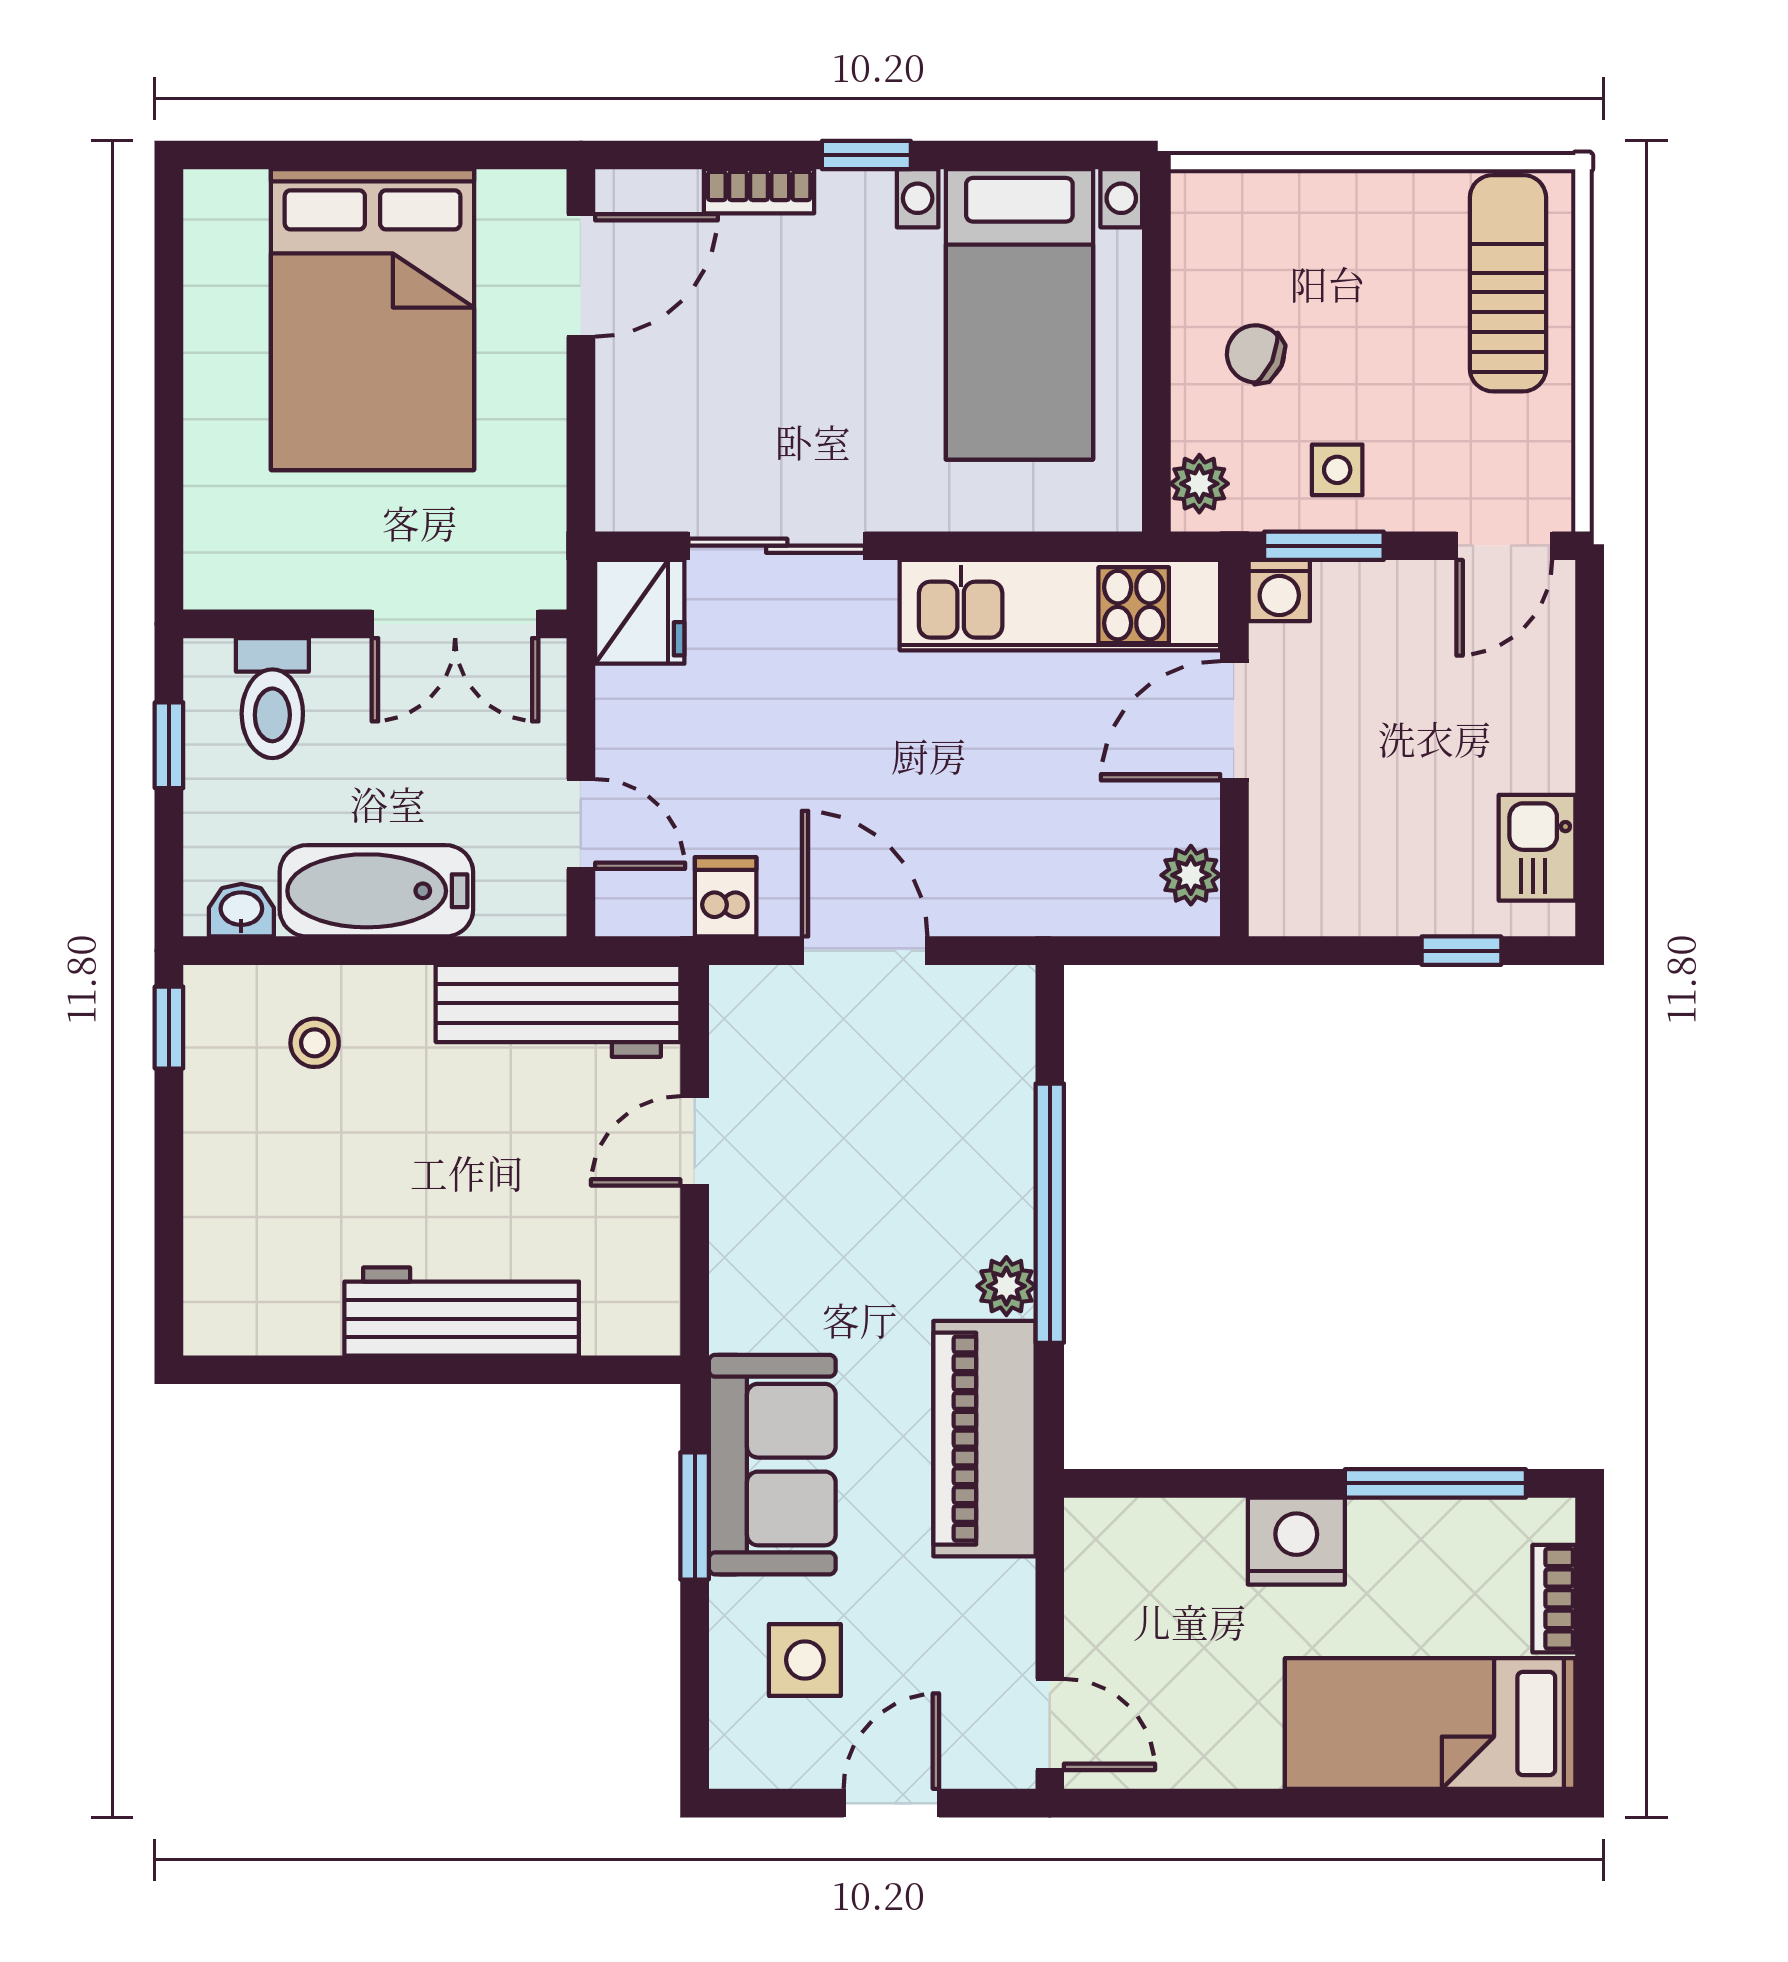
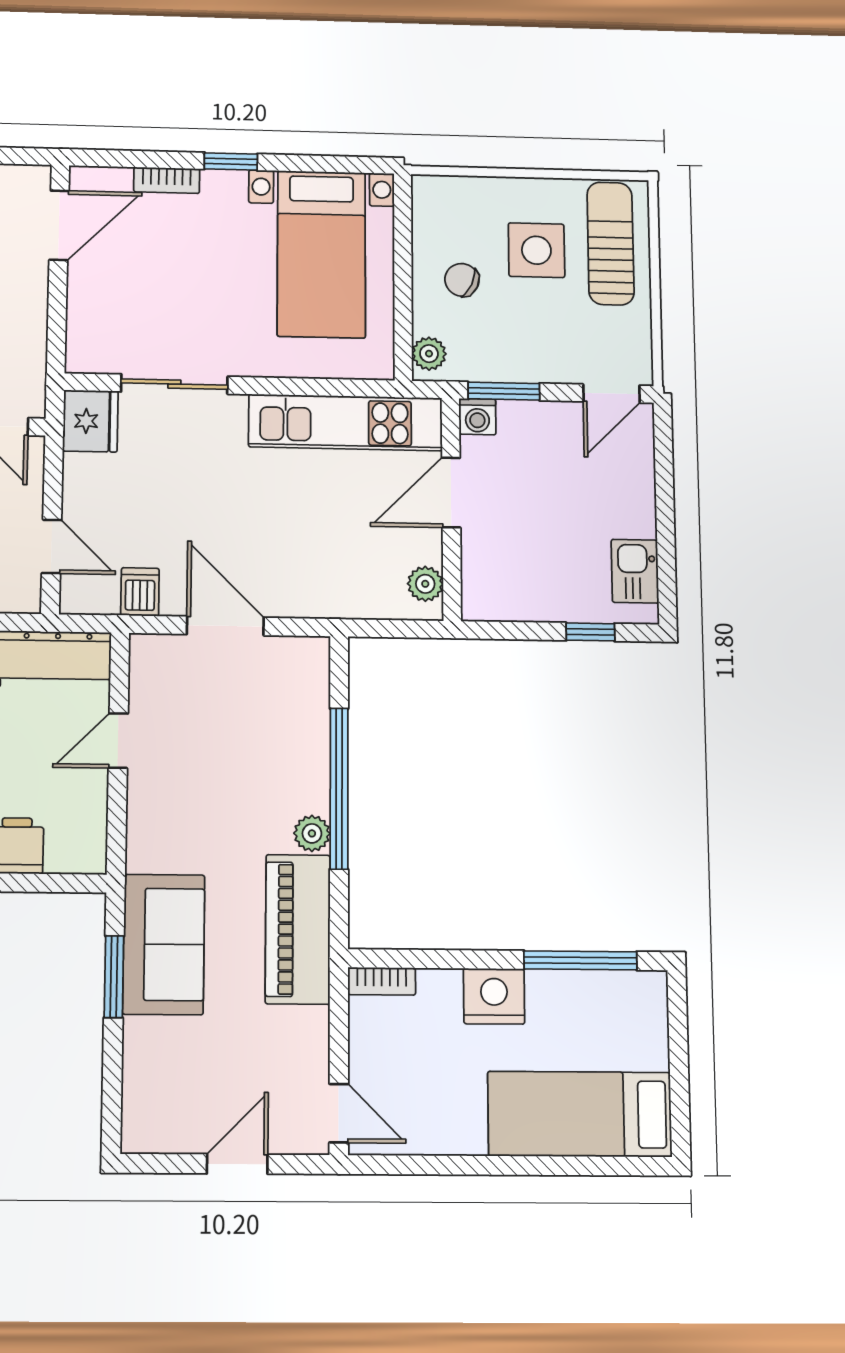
side table: (1337, 470) -> (536, 250), moved, width x1.87, depth x1.87
bookcase: (1554, 1599) -> (382, 981), moved, turned -90
side table: (805, 1660) -> (183, 1070), removed

